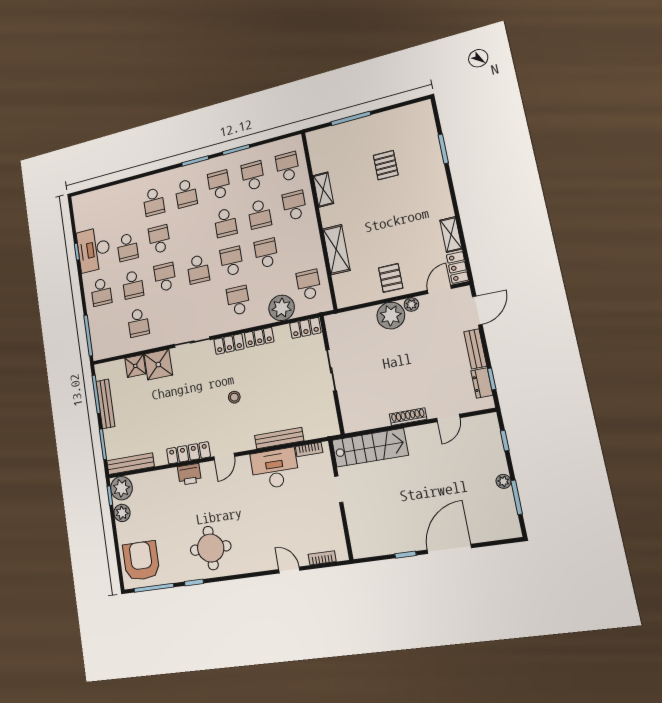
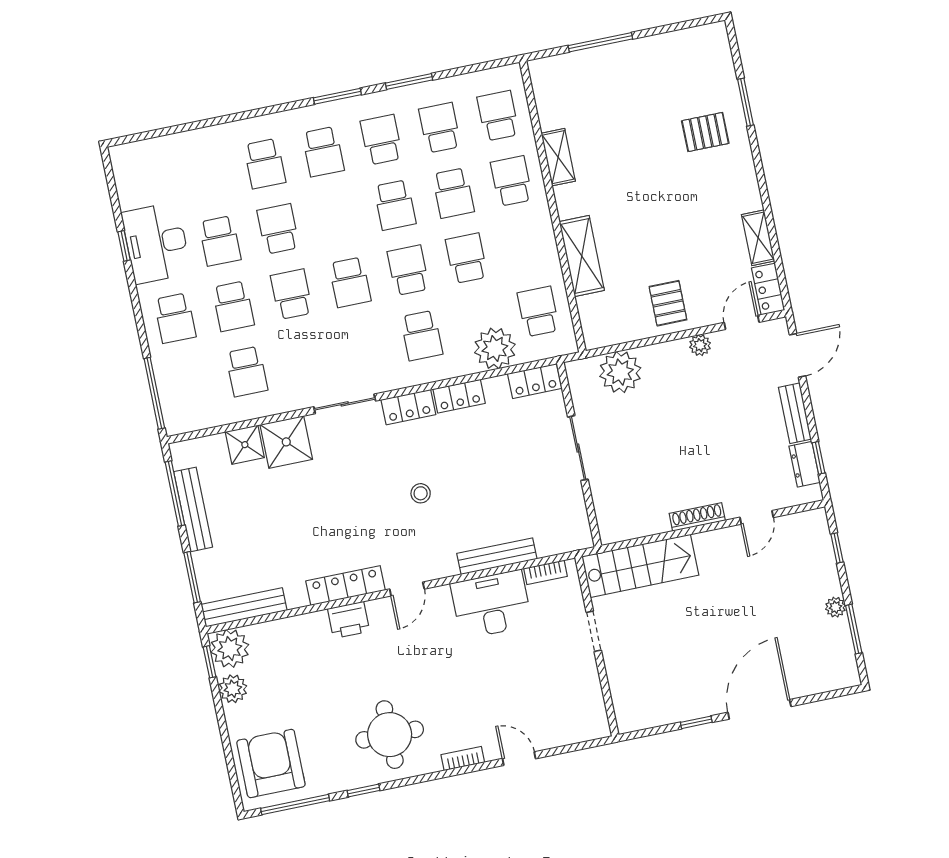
pallet: (386, 165) -> (705, 132), moved, turned 90
school desk: (238, 300) -> (422, 336), turned 180
plant: (391, 316) -> (620, 372), moved
bookcase: (322, 558) -> (463, 758), moved

